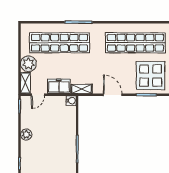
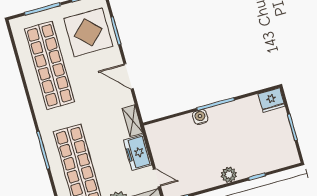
door: (113, 95) -> (129, 76), hinge flipped
water cooler: (71, 101) -> (200, 117), moved
plant: (26, 135) -> (229, 175), moved

